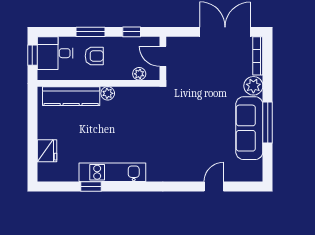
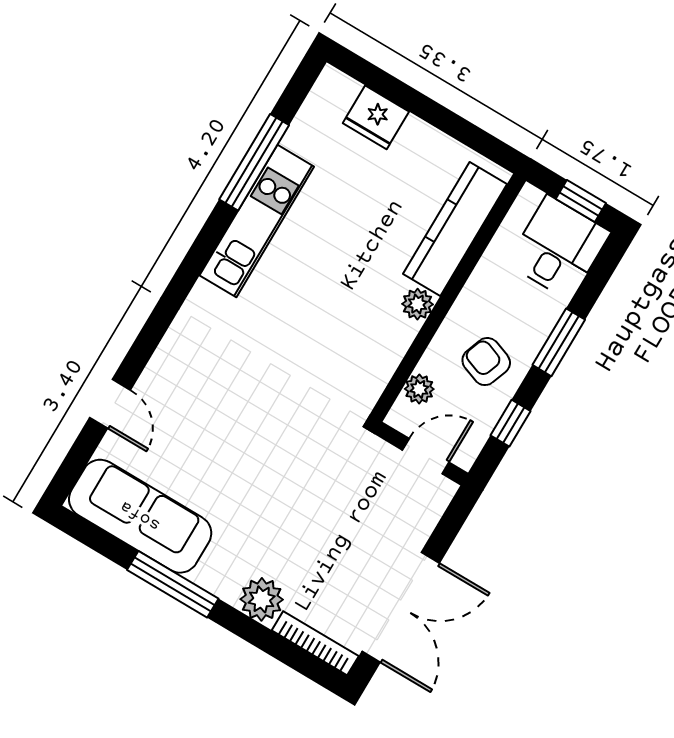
armchair: (94, 56) -> (486, 362), moved, turned 110
sofa: (249, 128) -> (140, 516), moved
window: (91, 186) -> (254, 162), width x2.17

